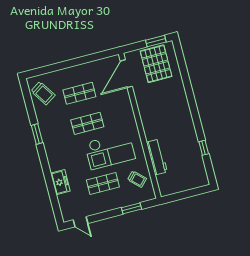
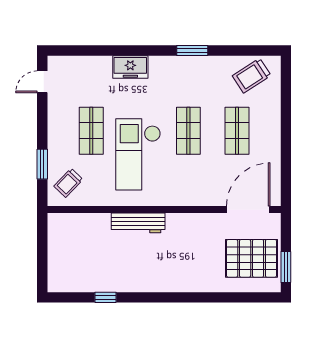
door: (126, 74) -> (248, 209), hinge flipped
workbench: (157, 157) -> (138, 223), moved
trolley: (137, 179) -> (68, 183), moved
freezer: (60, 182) -> (130, 67), moved

